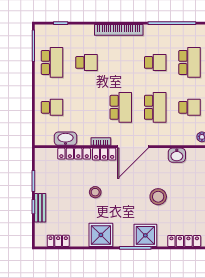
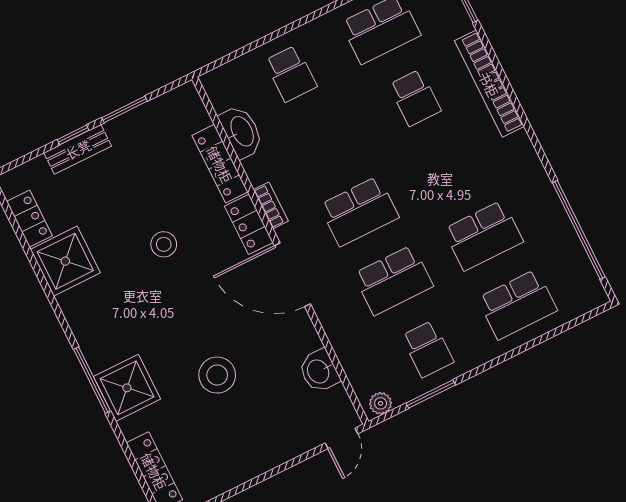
bookcase: (119, 30) -> (489, 84), moved
school desk: (155, 62) -> (483, 235), width x1.85
shower: (101, 235) -> (65, 261), moved

